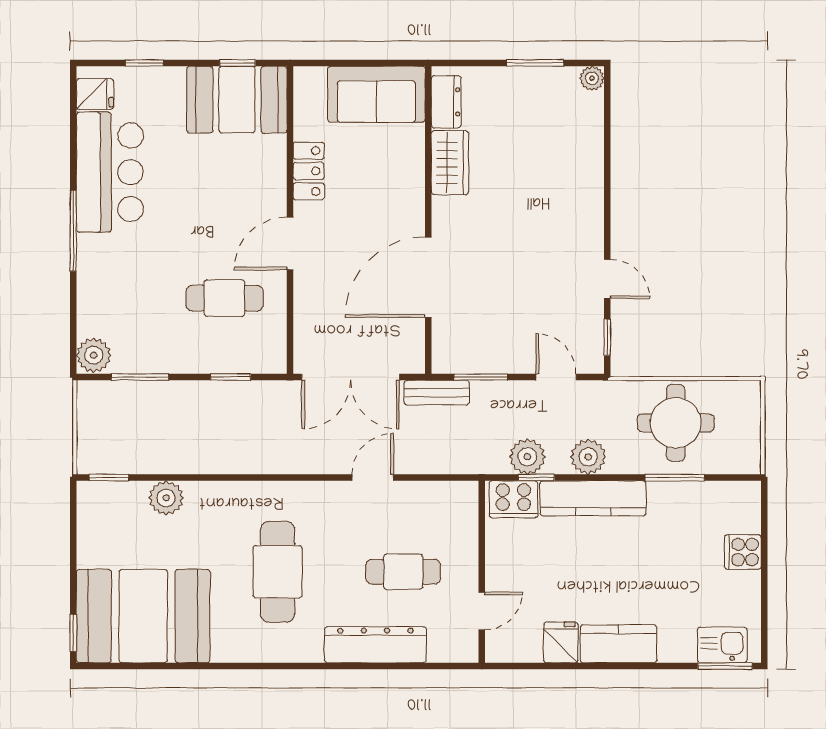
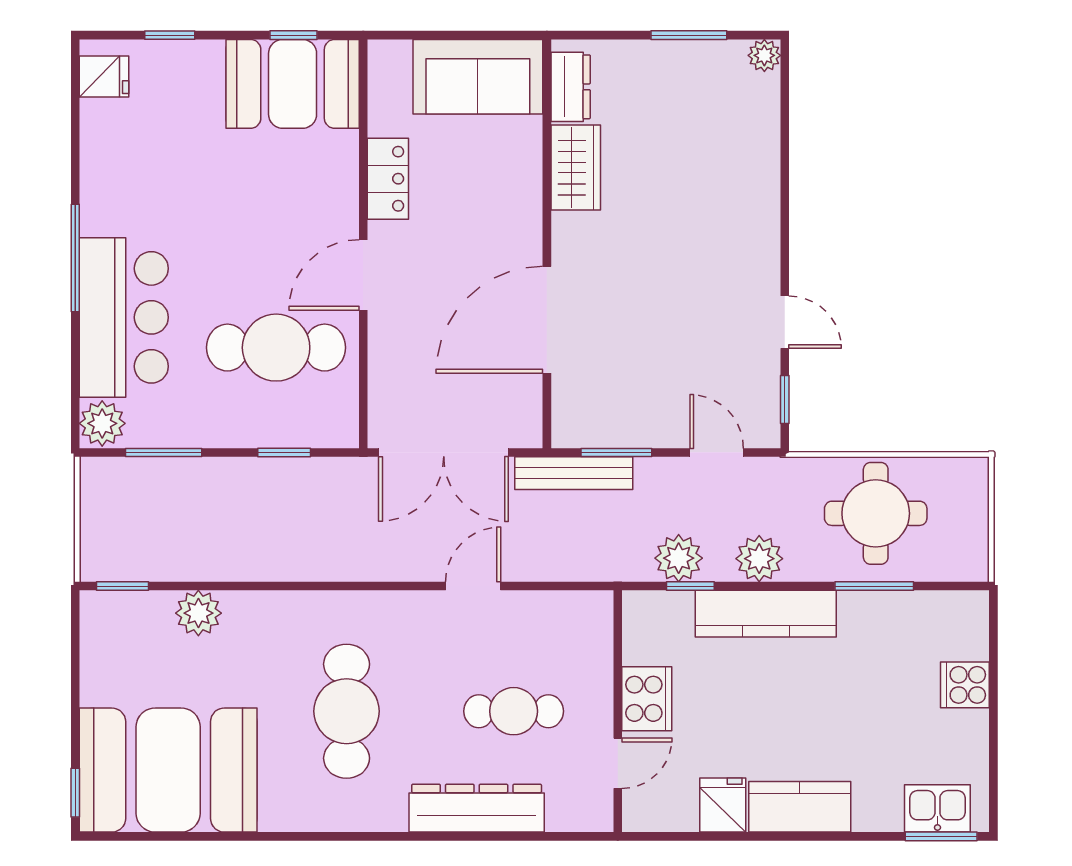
bar counter: (110, 172) -> (124, 317), moved
cafe table: (224, 298) -> (276, 348), width x1.37, depth x1.35
bench: (437, 393) -> (574, 473), width x1.36
cooker: (513, 499) -> (647, 699), moved, turned -90

